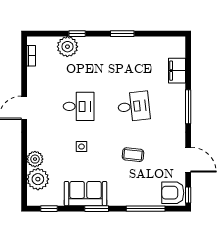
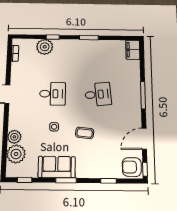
filing cabinet: (177, 71) -> (133, 50), moved
coffee table: (133, 155) -> (85, 133), moved
door: (188, 160) -> (144, 139), swing flipped
window: (146, 209) -> (108, 181), width x0.46

